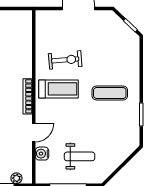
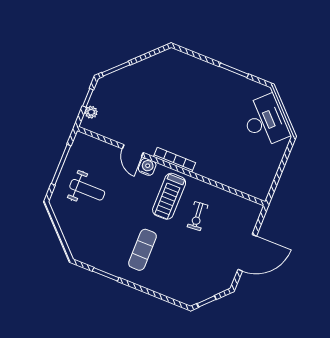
exercise bike: (65, 60) -> (198, 216), width x0.73, depth x0.72
water cooler: (42, 154) -> (147, 167), moved
weight bench: (80, 156) -> (87, 190), turned -90

